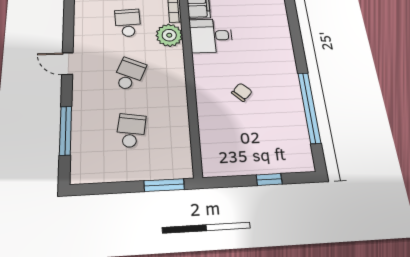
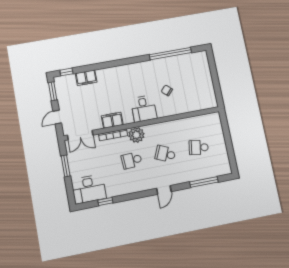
desk: (211, 36) -> (144, 109), moved
window: (269, 179) -> (214, 73), removed
window: (164, 185) -> (225, 126), removed

